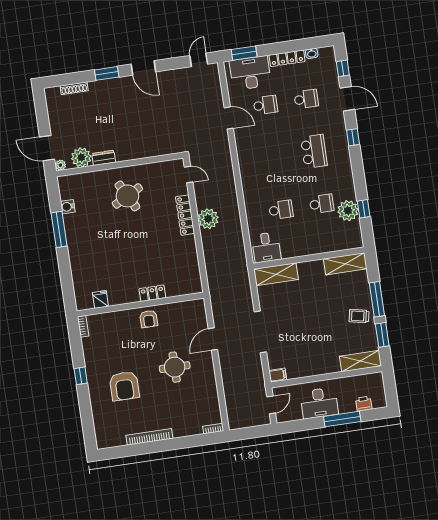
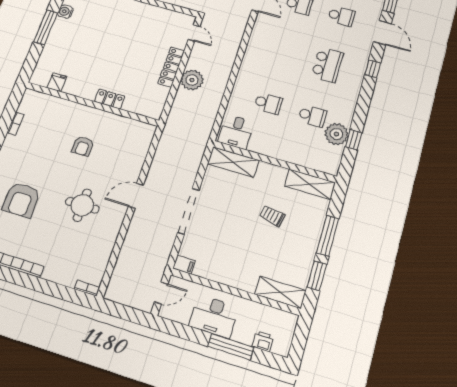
round table: (127, 196) -> (126, 26), removed
locker: (152, 293) -> (110, 99), moved
fridge: (100, 299) -> (57, 82), moved
wall: (140, 305) -> (92, 104), moved
trolley: (359, 316) -> (272, 216), moved

